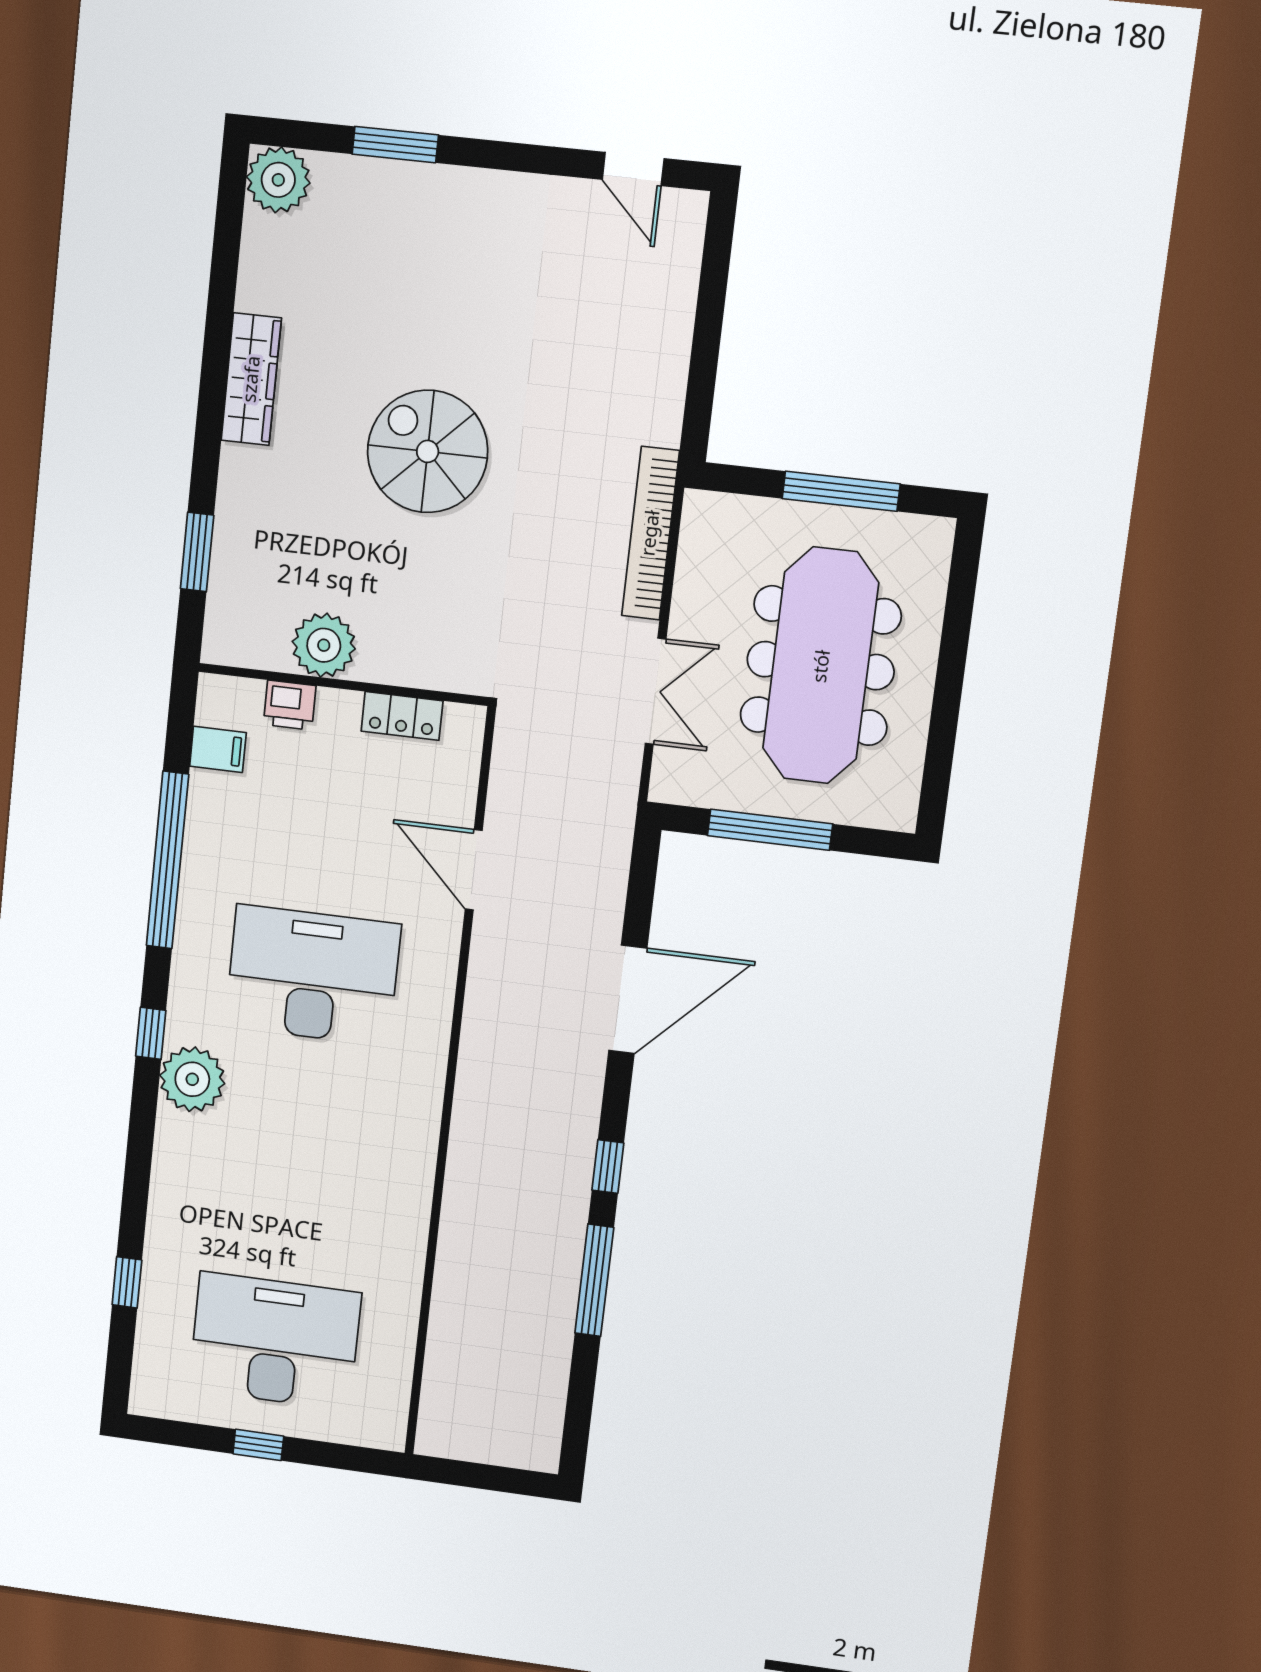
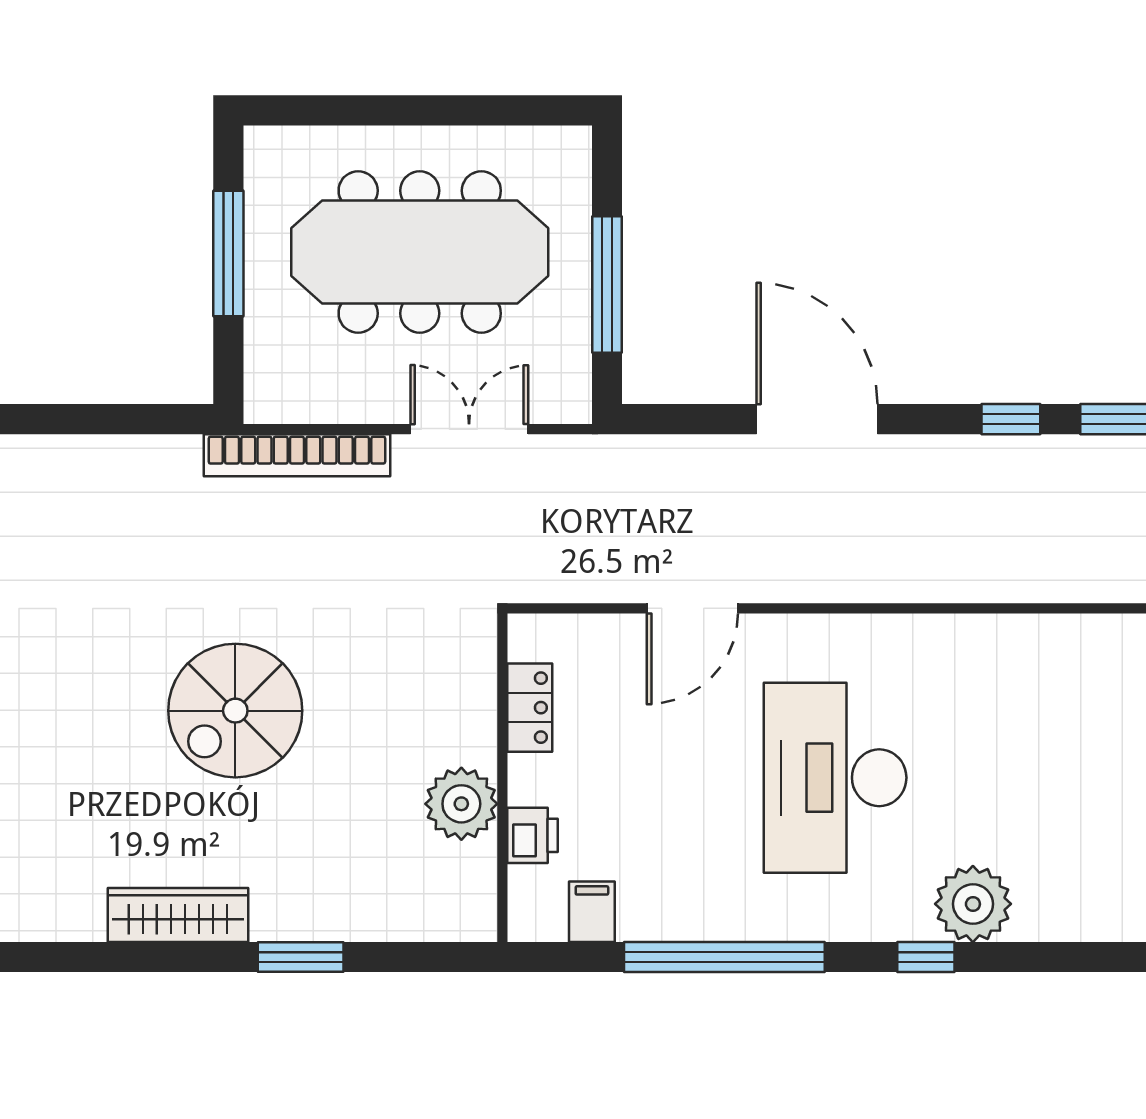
window: (197, 552) -> (301, 957), moved

